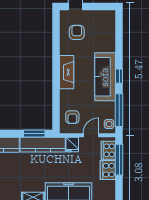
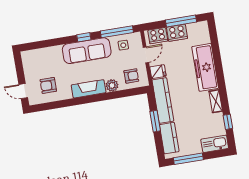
plant: (66, 96) -> (112, 85), added
side table: (109, 124) -> (123, 45), moved
window: (34, 133) -> (155, 121), moved
door: (91, 135) -> (146, 55), swing flipped
window: (119, 160) -> (181, 21), moved

